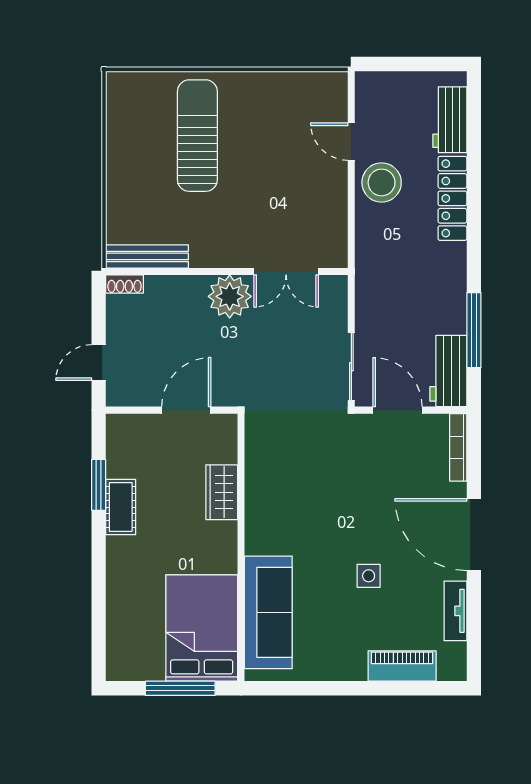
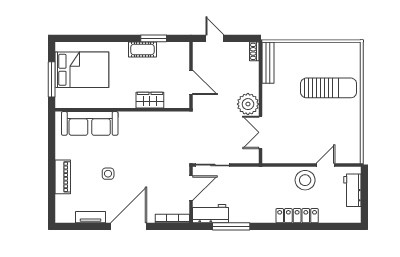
workbench: (450, 120) -> (352, 190), moved, turned -90
bed: (202, 628) -> (82, 70), moved
piano: (402, 666) -> (63, 177), moved

